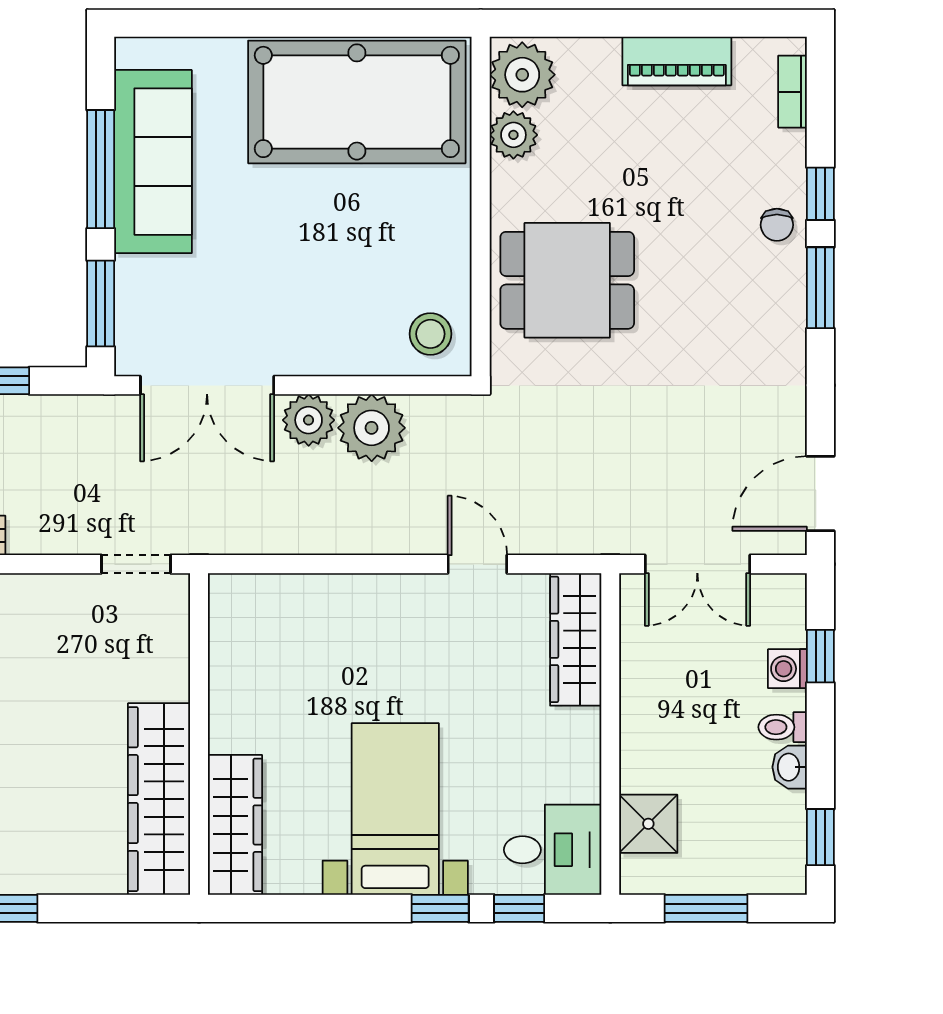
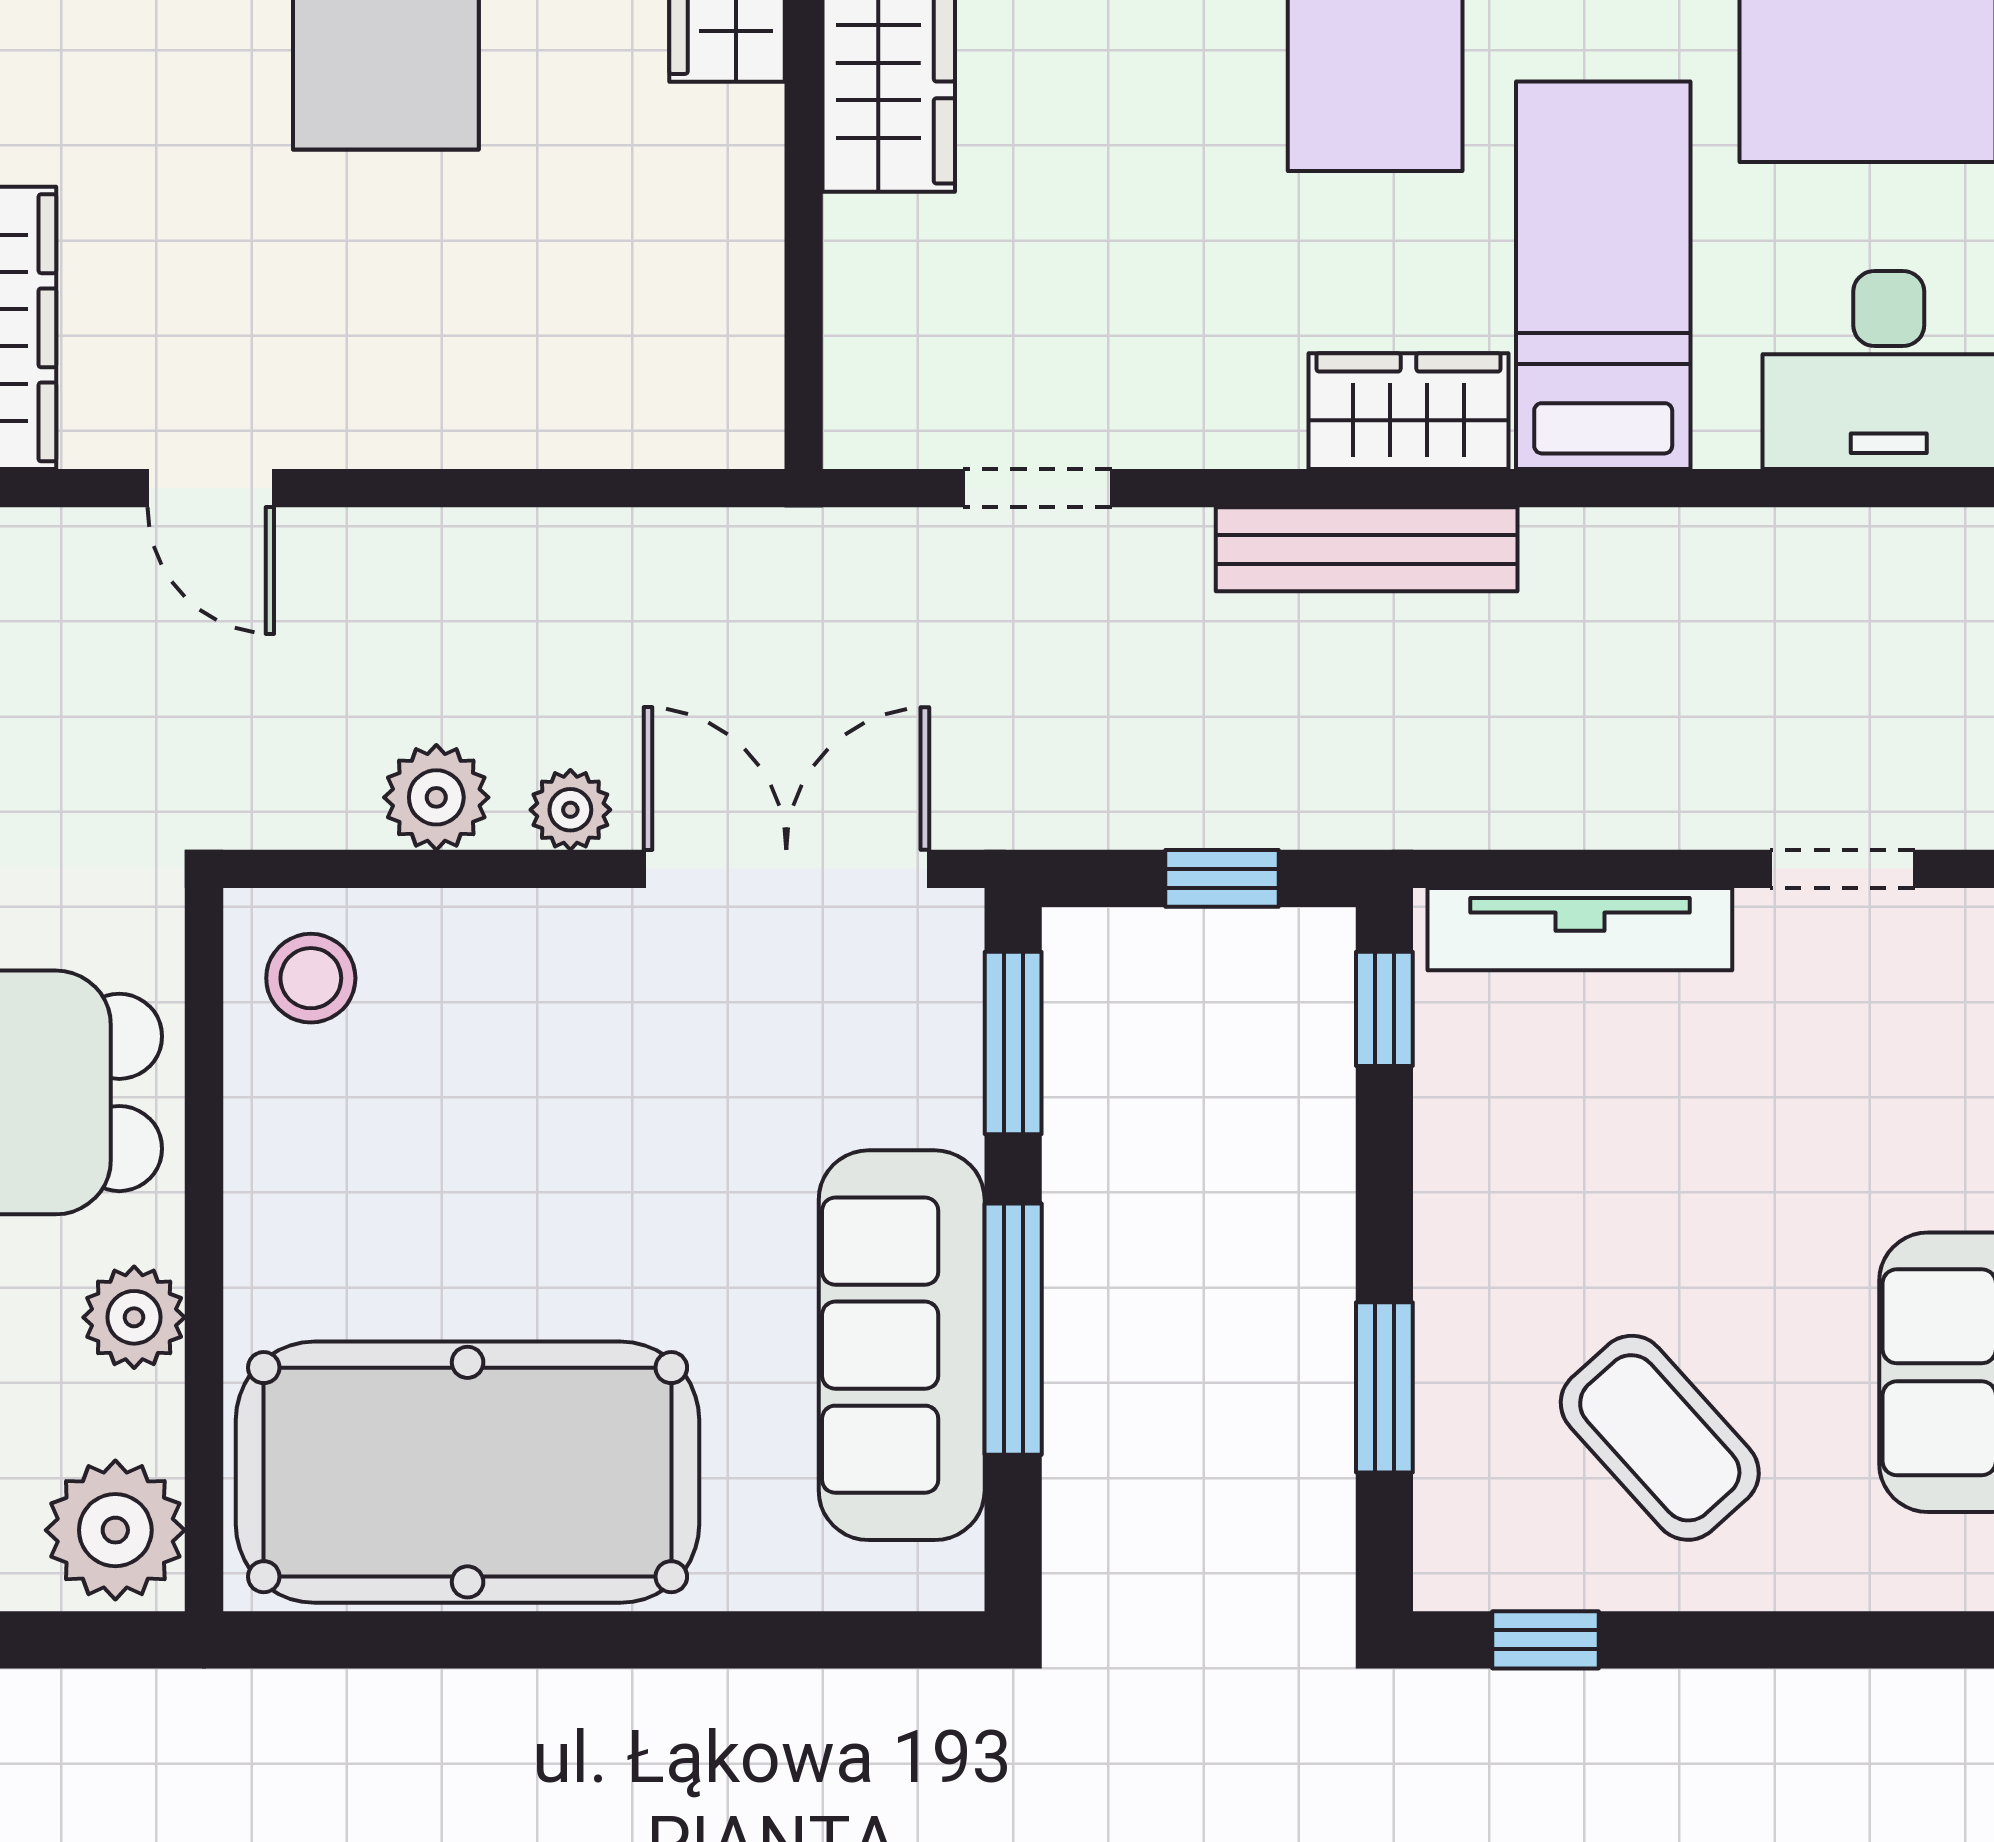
plant: (513, 135) -> (134, 1317), moved
plant: (309, 420) -> (570, 810), width x0.73, depth x0.73
plant: (372, 428) -> (436, 797), width x0.73, depth x0.73
doorway: (136, 564) -> (1037, 488), moved

